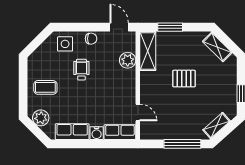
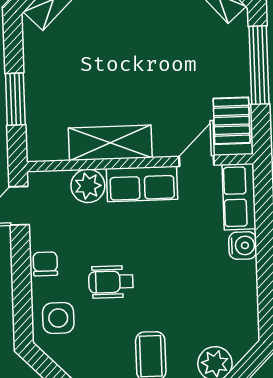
shelving: (148, 51) -> (110, 143), moved
pallet: (184, 79) -> (232, 121), moved
row of seats: (72, 132) -> (142, 184), moved, turned -90

